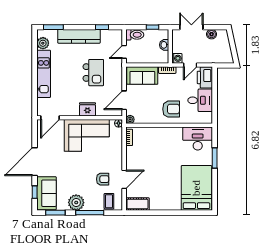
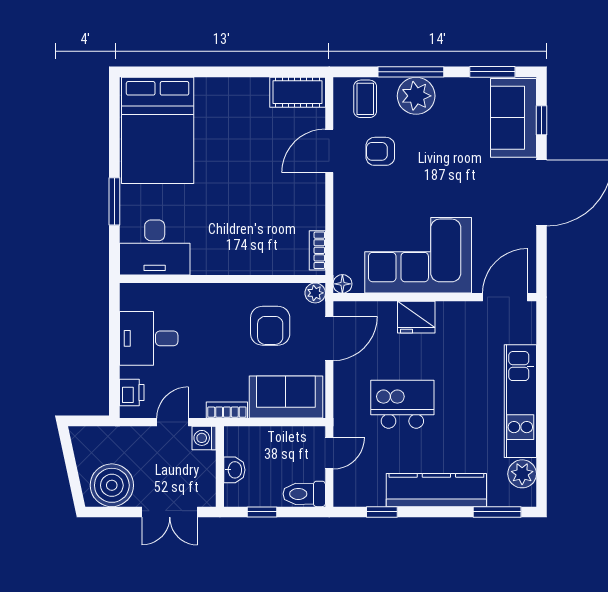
boiler: (212, 34) -> (112, 485), width x1.86, depth x1.86
kitchen island: (93, 73) -> (402, 404), turned 90
printer: (205, 77) -> (132, 393), width x0.53, depth x0.68
armchair: (171, 109) -> (270, 326), moved, turned -90
plant: (76, 203) -> (416, 96), moved

